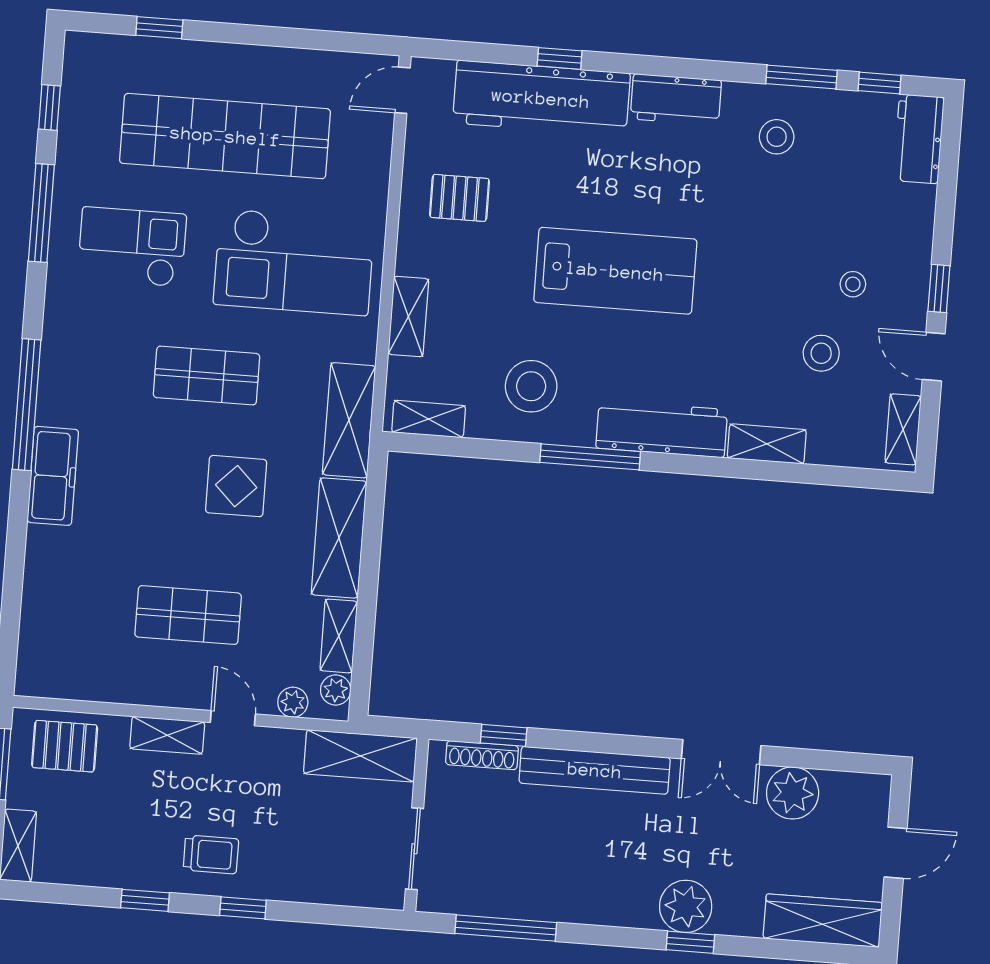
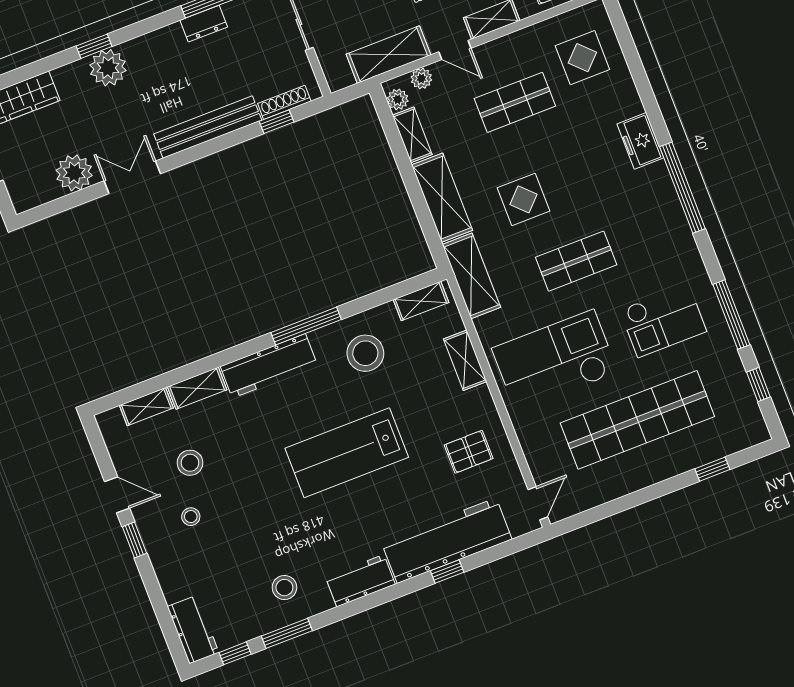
shelving: (903, 429) -> (146, 407), moved, turned 90
freezer: (53, 476) -> (640, 141), width x0.71
display table: (75, 631) -> (582, 58), added
shelving: (360, 756) -> (388, 55), moved
dresser: (537, 904) -> (204, 24), added

